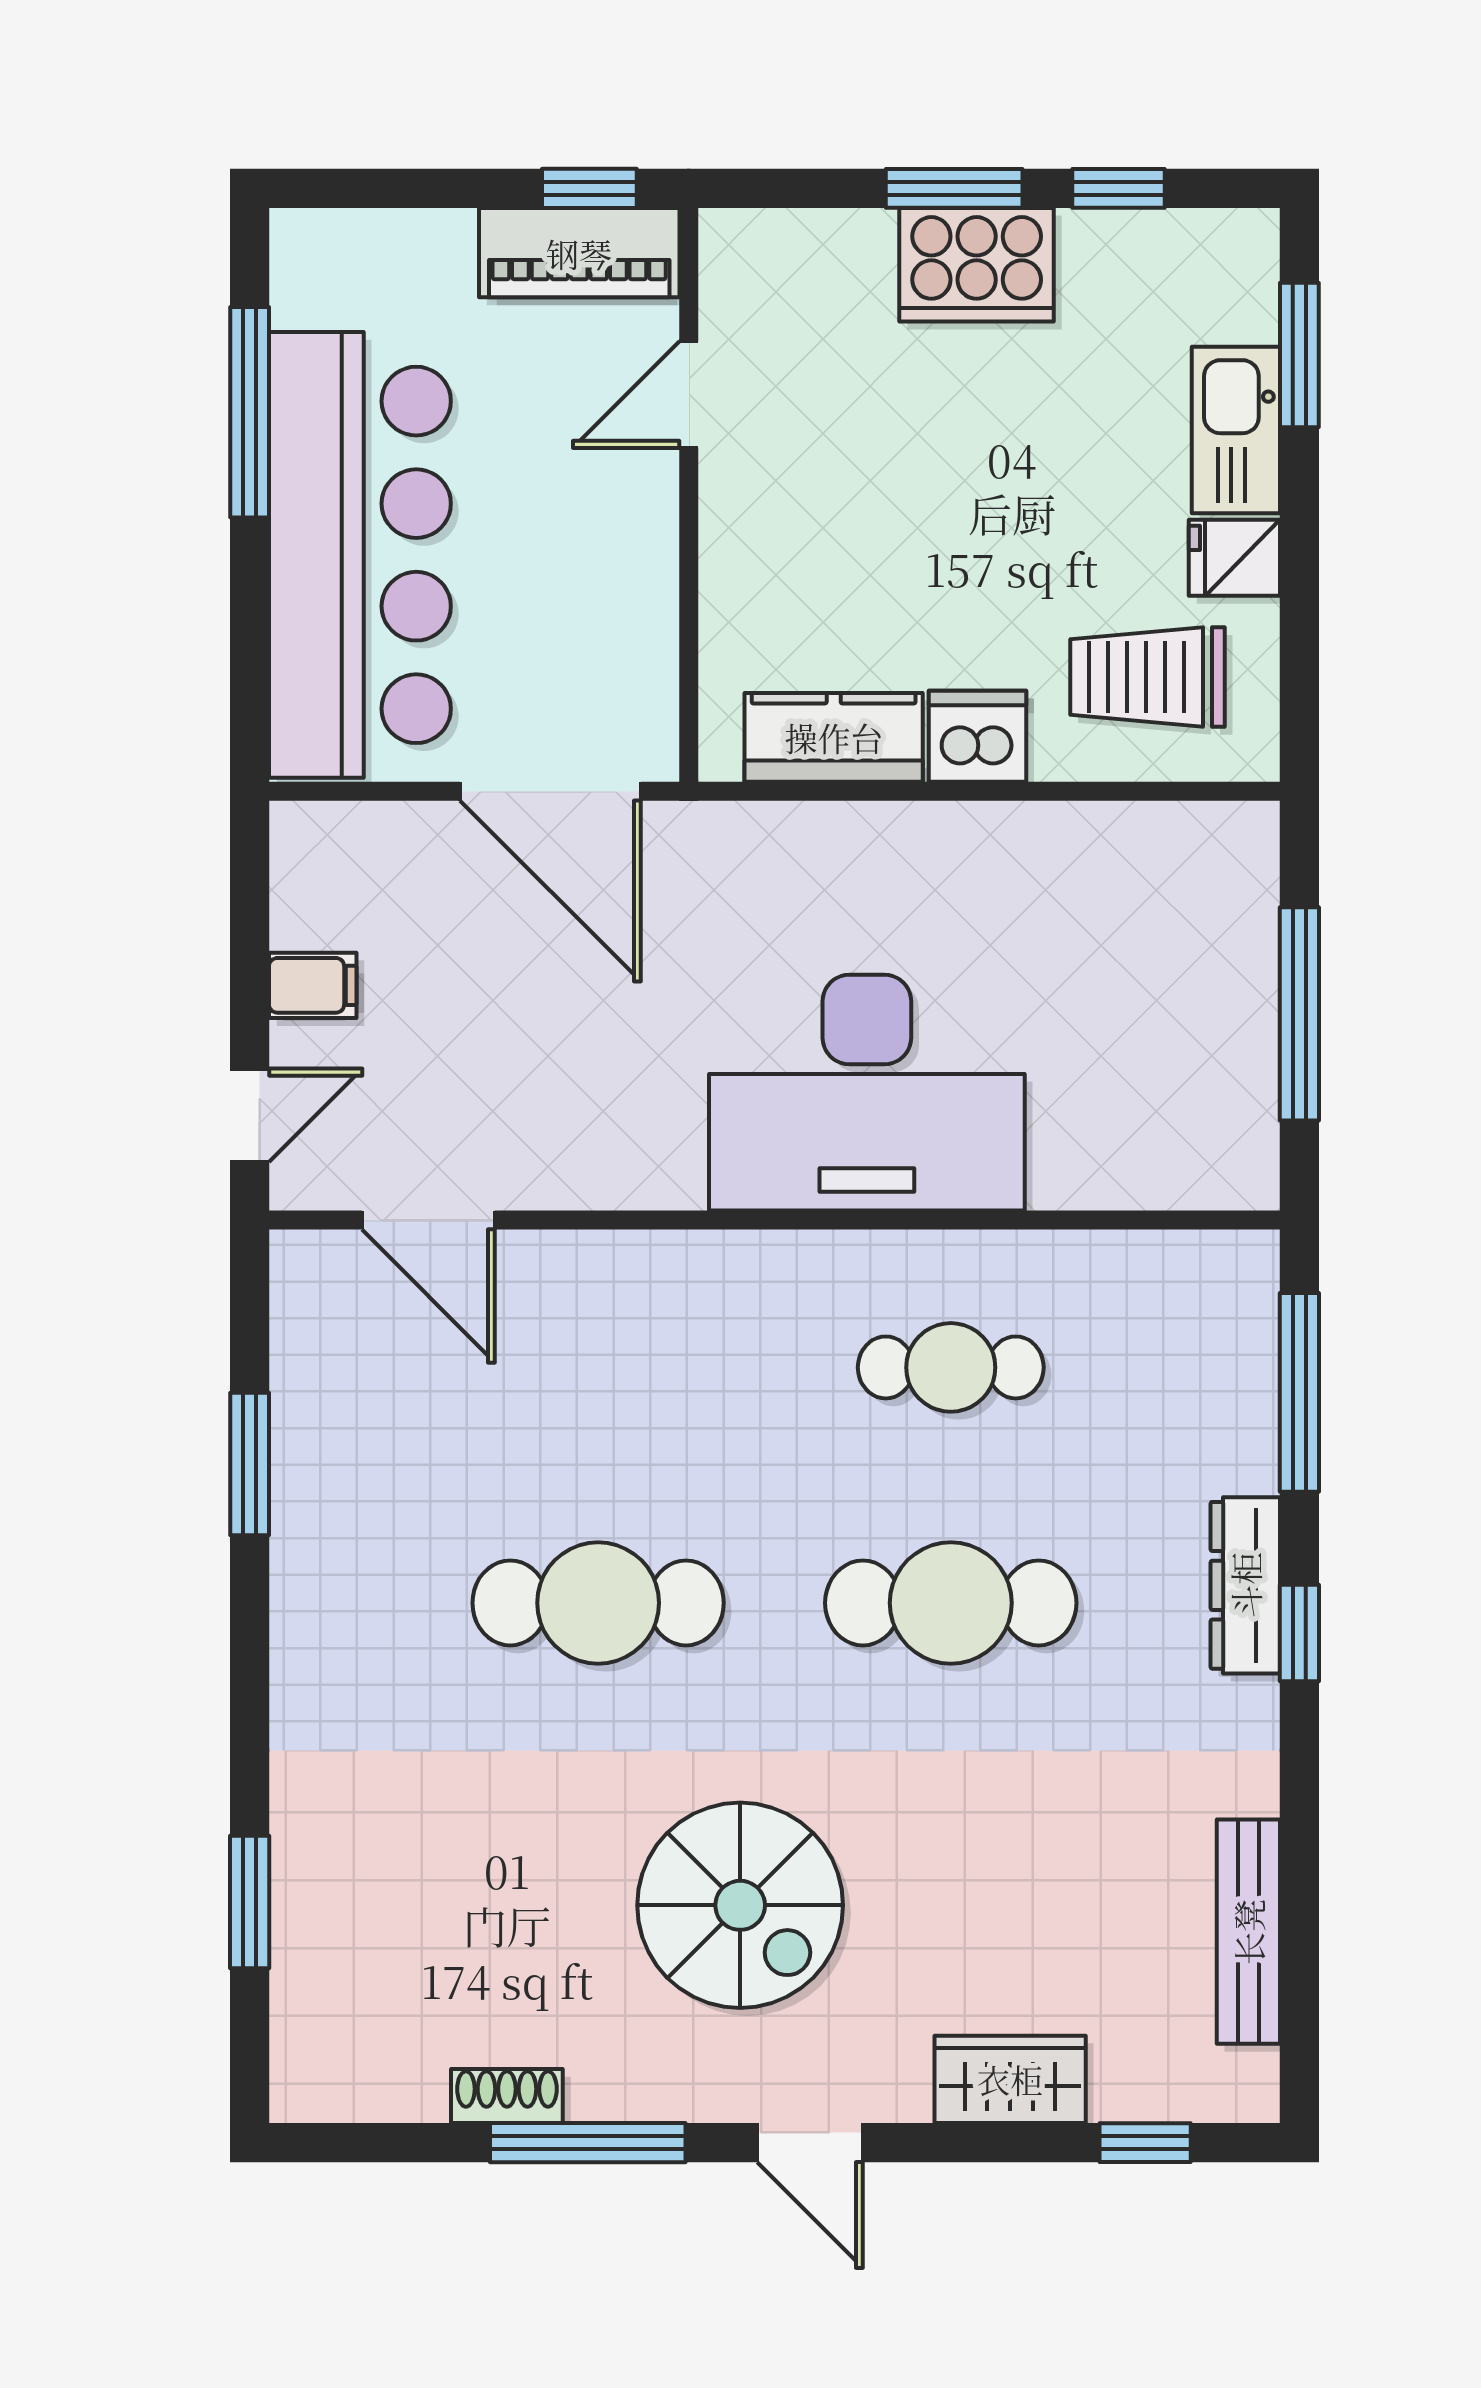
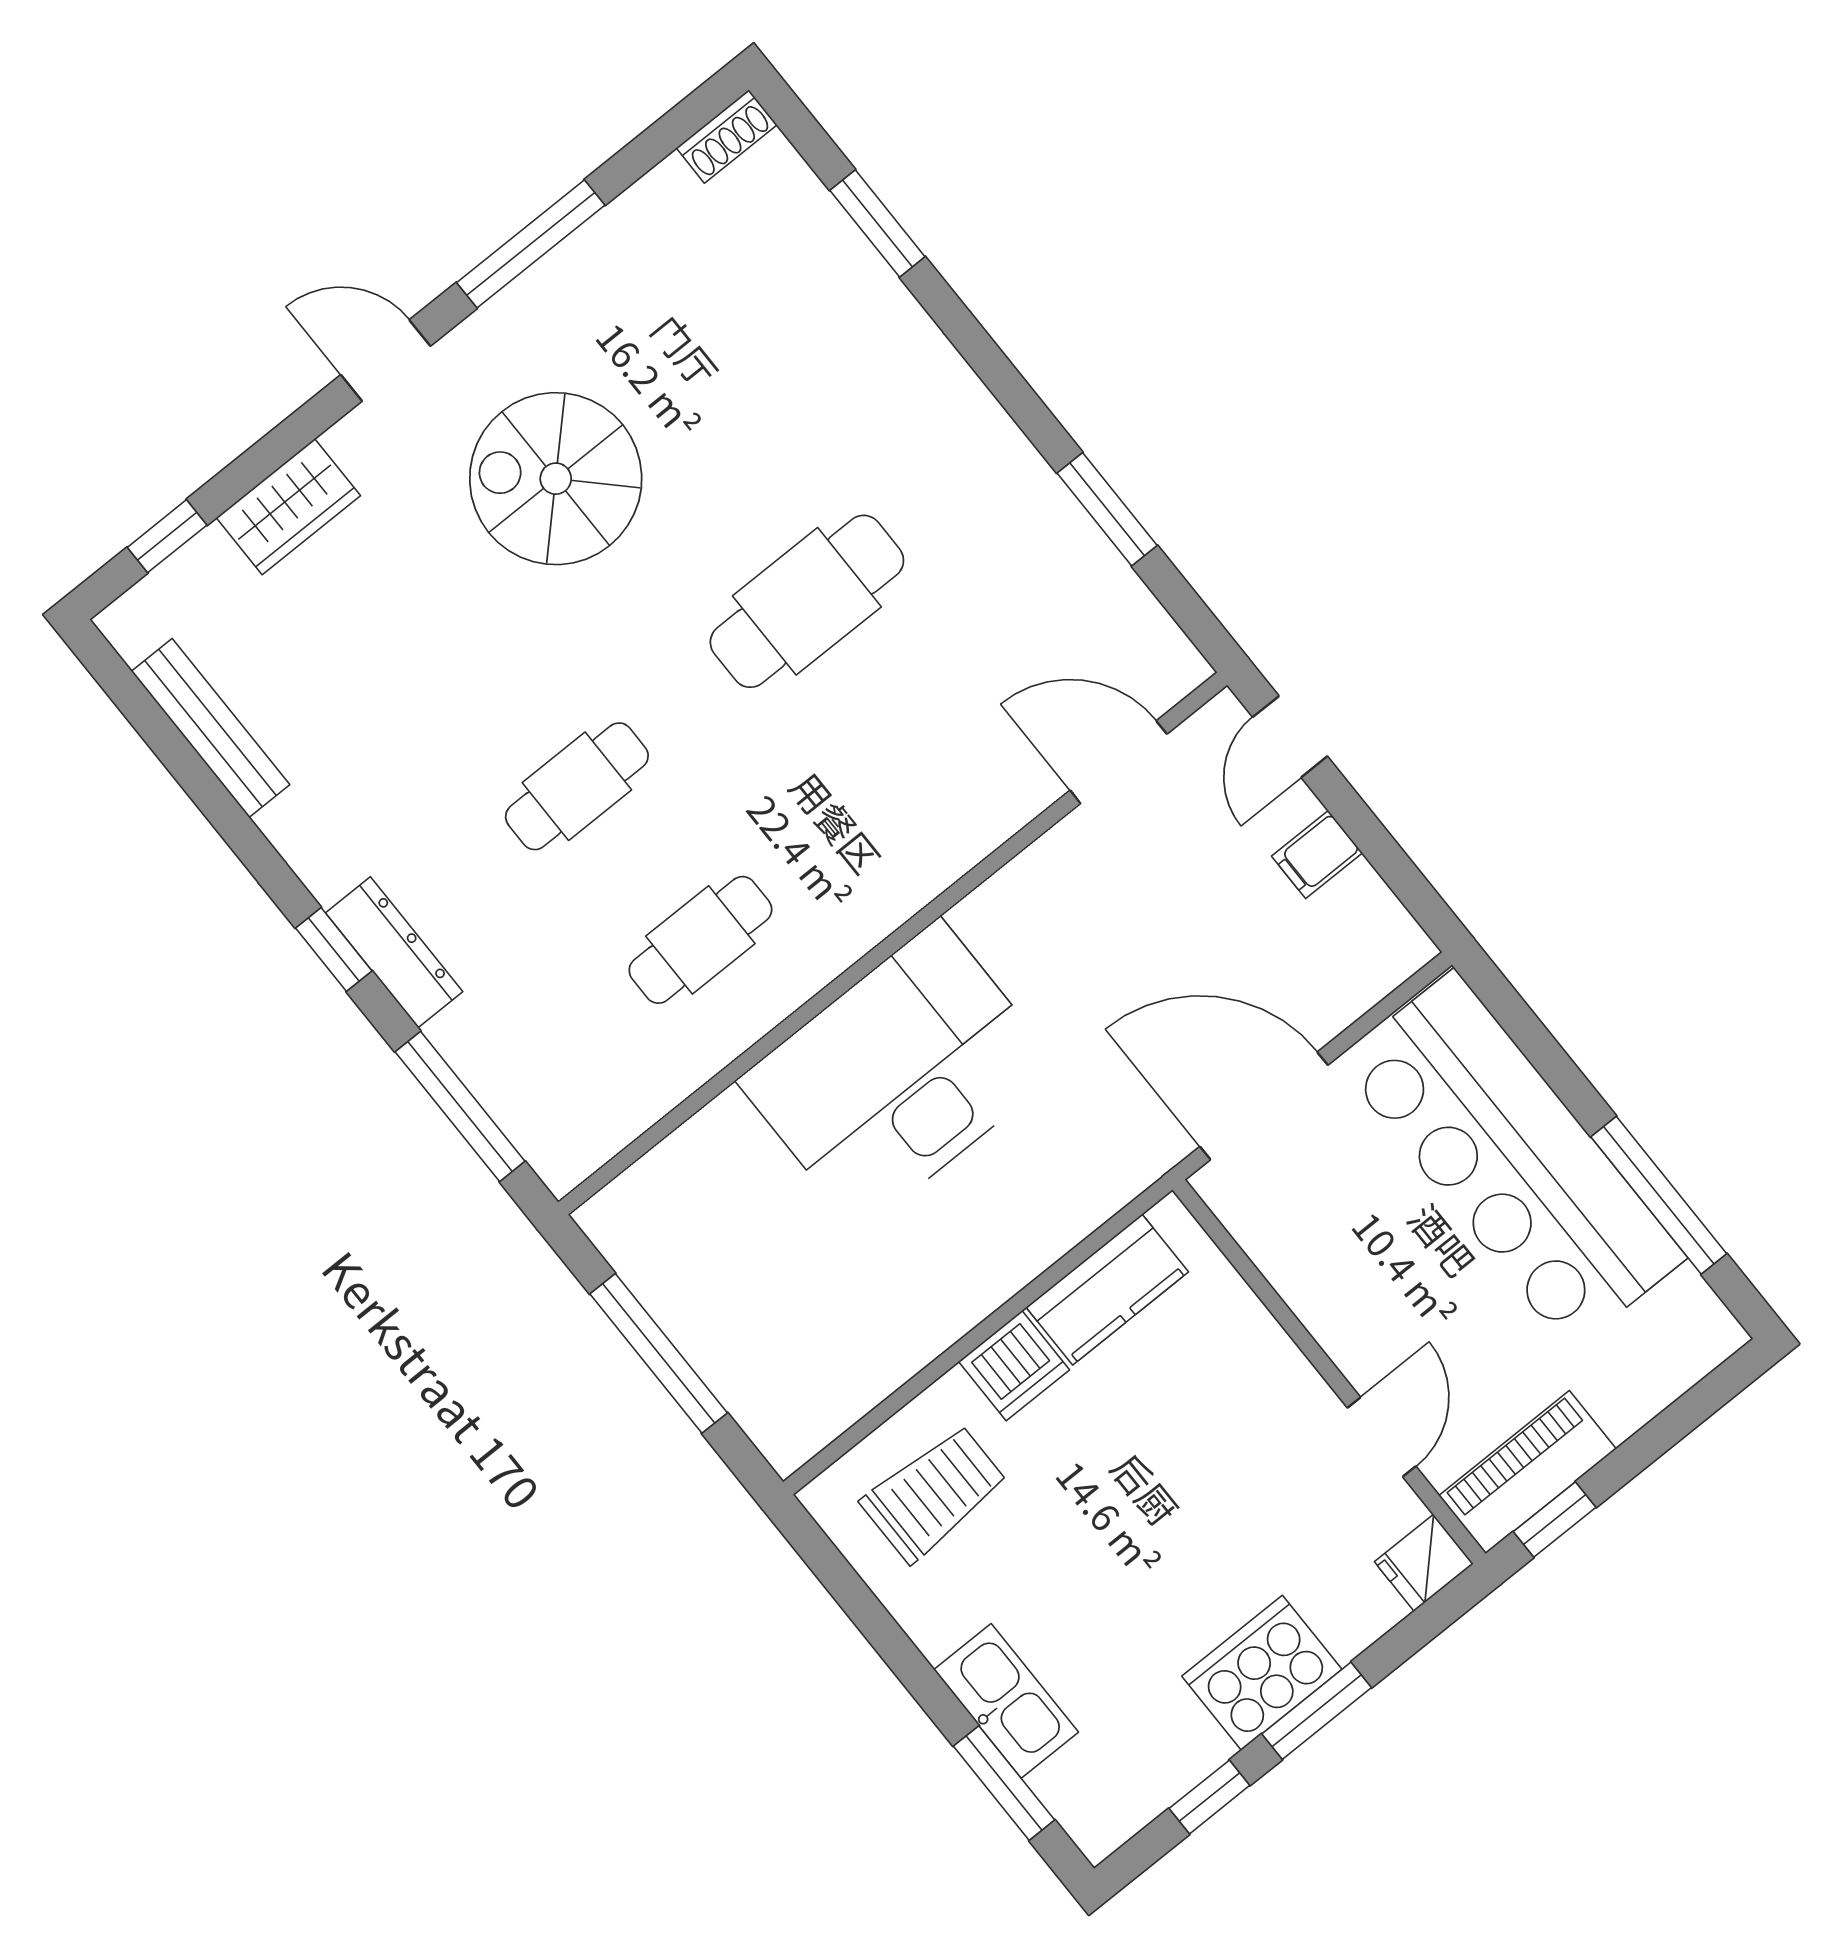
fridge: (1234, 558) -> (1424, 1563), moved, turned 180
cafe table: (951, 1603) -> (577, 786), width x0.73, depth x0.74
shoe rack: (507, 2096) -> (727, 136), moved

